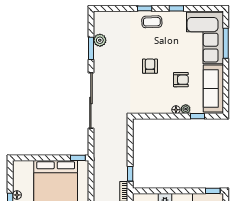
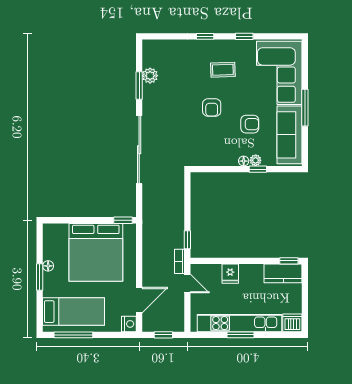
coffee table: (152, 22) -> (223, 70), moved
window: (226, 43) -> (305, 108), moved
armchair: (150, 66) -> (212, 107), turned 180
window: (198, 116) -> (258, 169), moved

